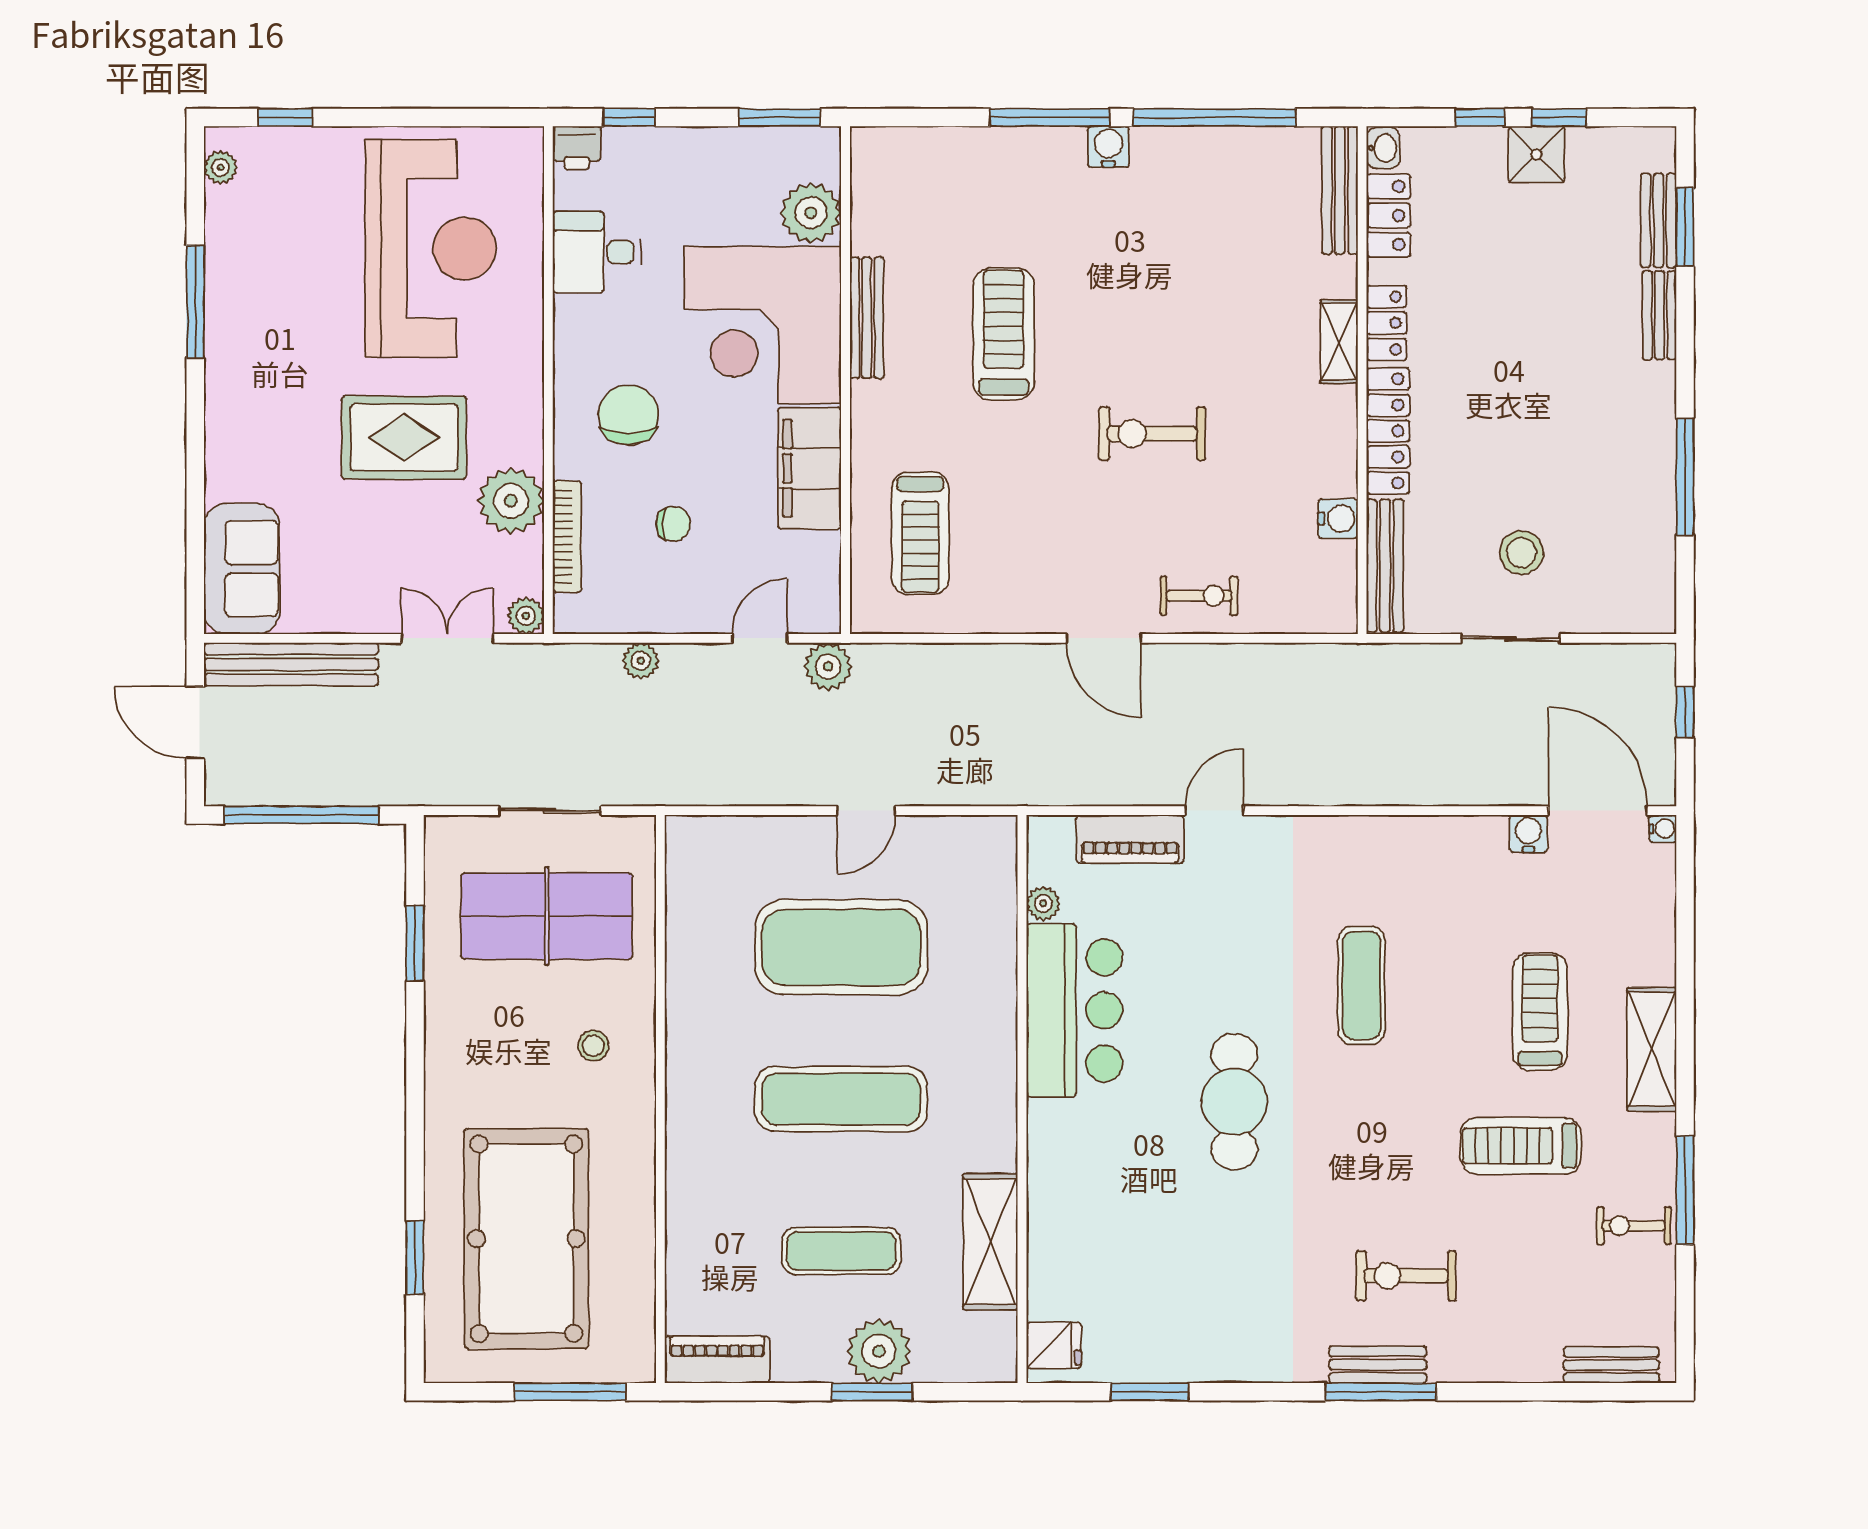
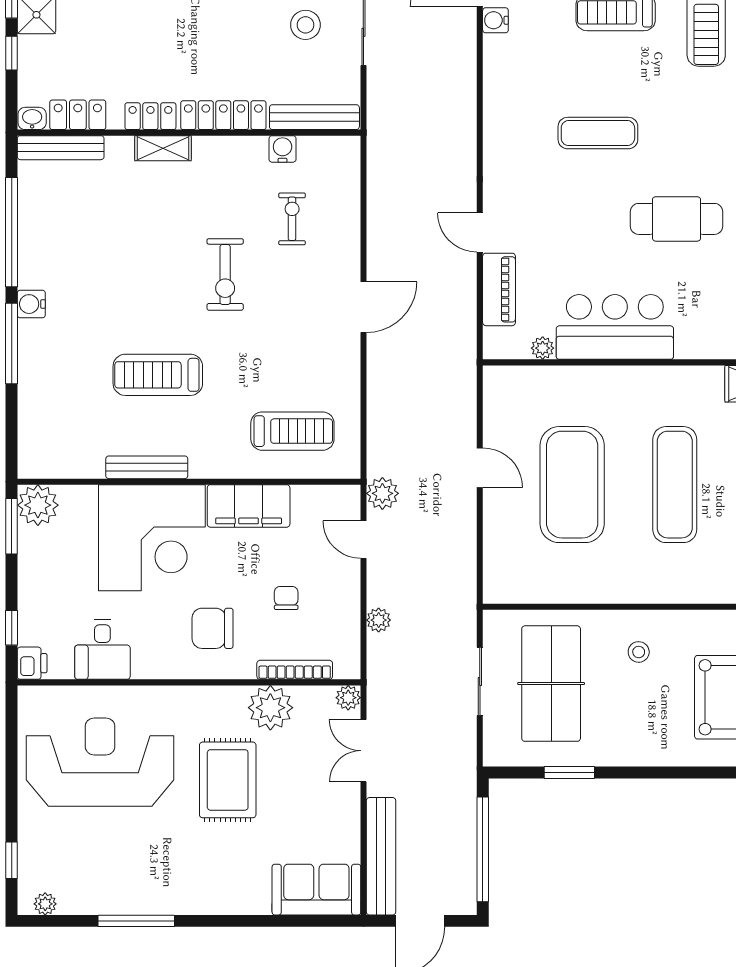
plant: (811, 213) -> (38, 505), moved
exercise bike: (1199, 596) -> (292, 219), moved

